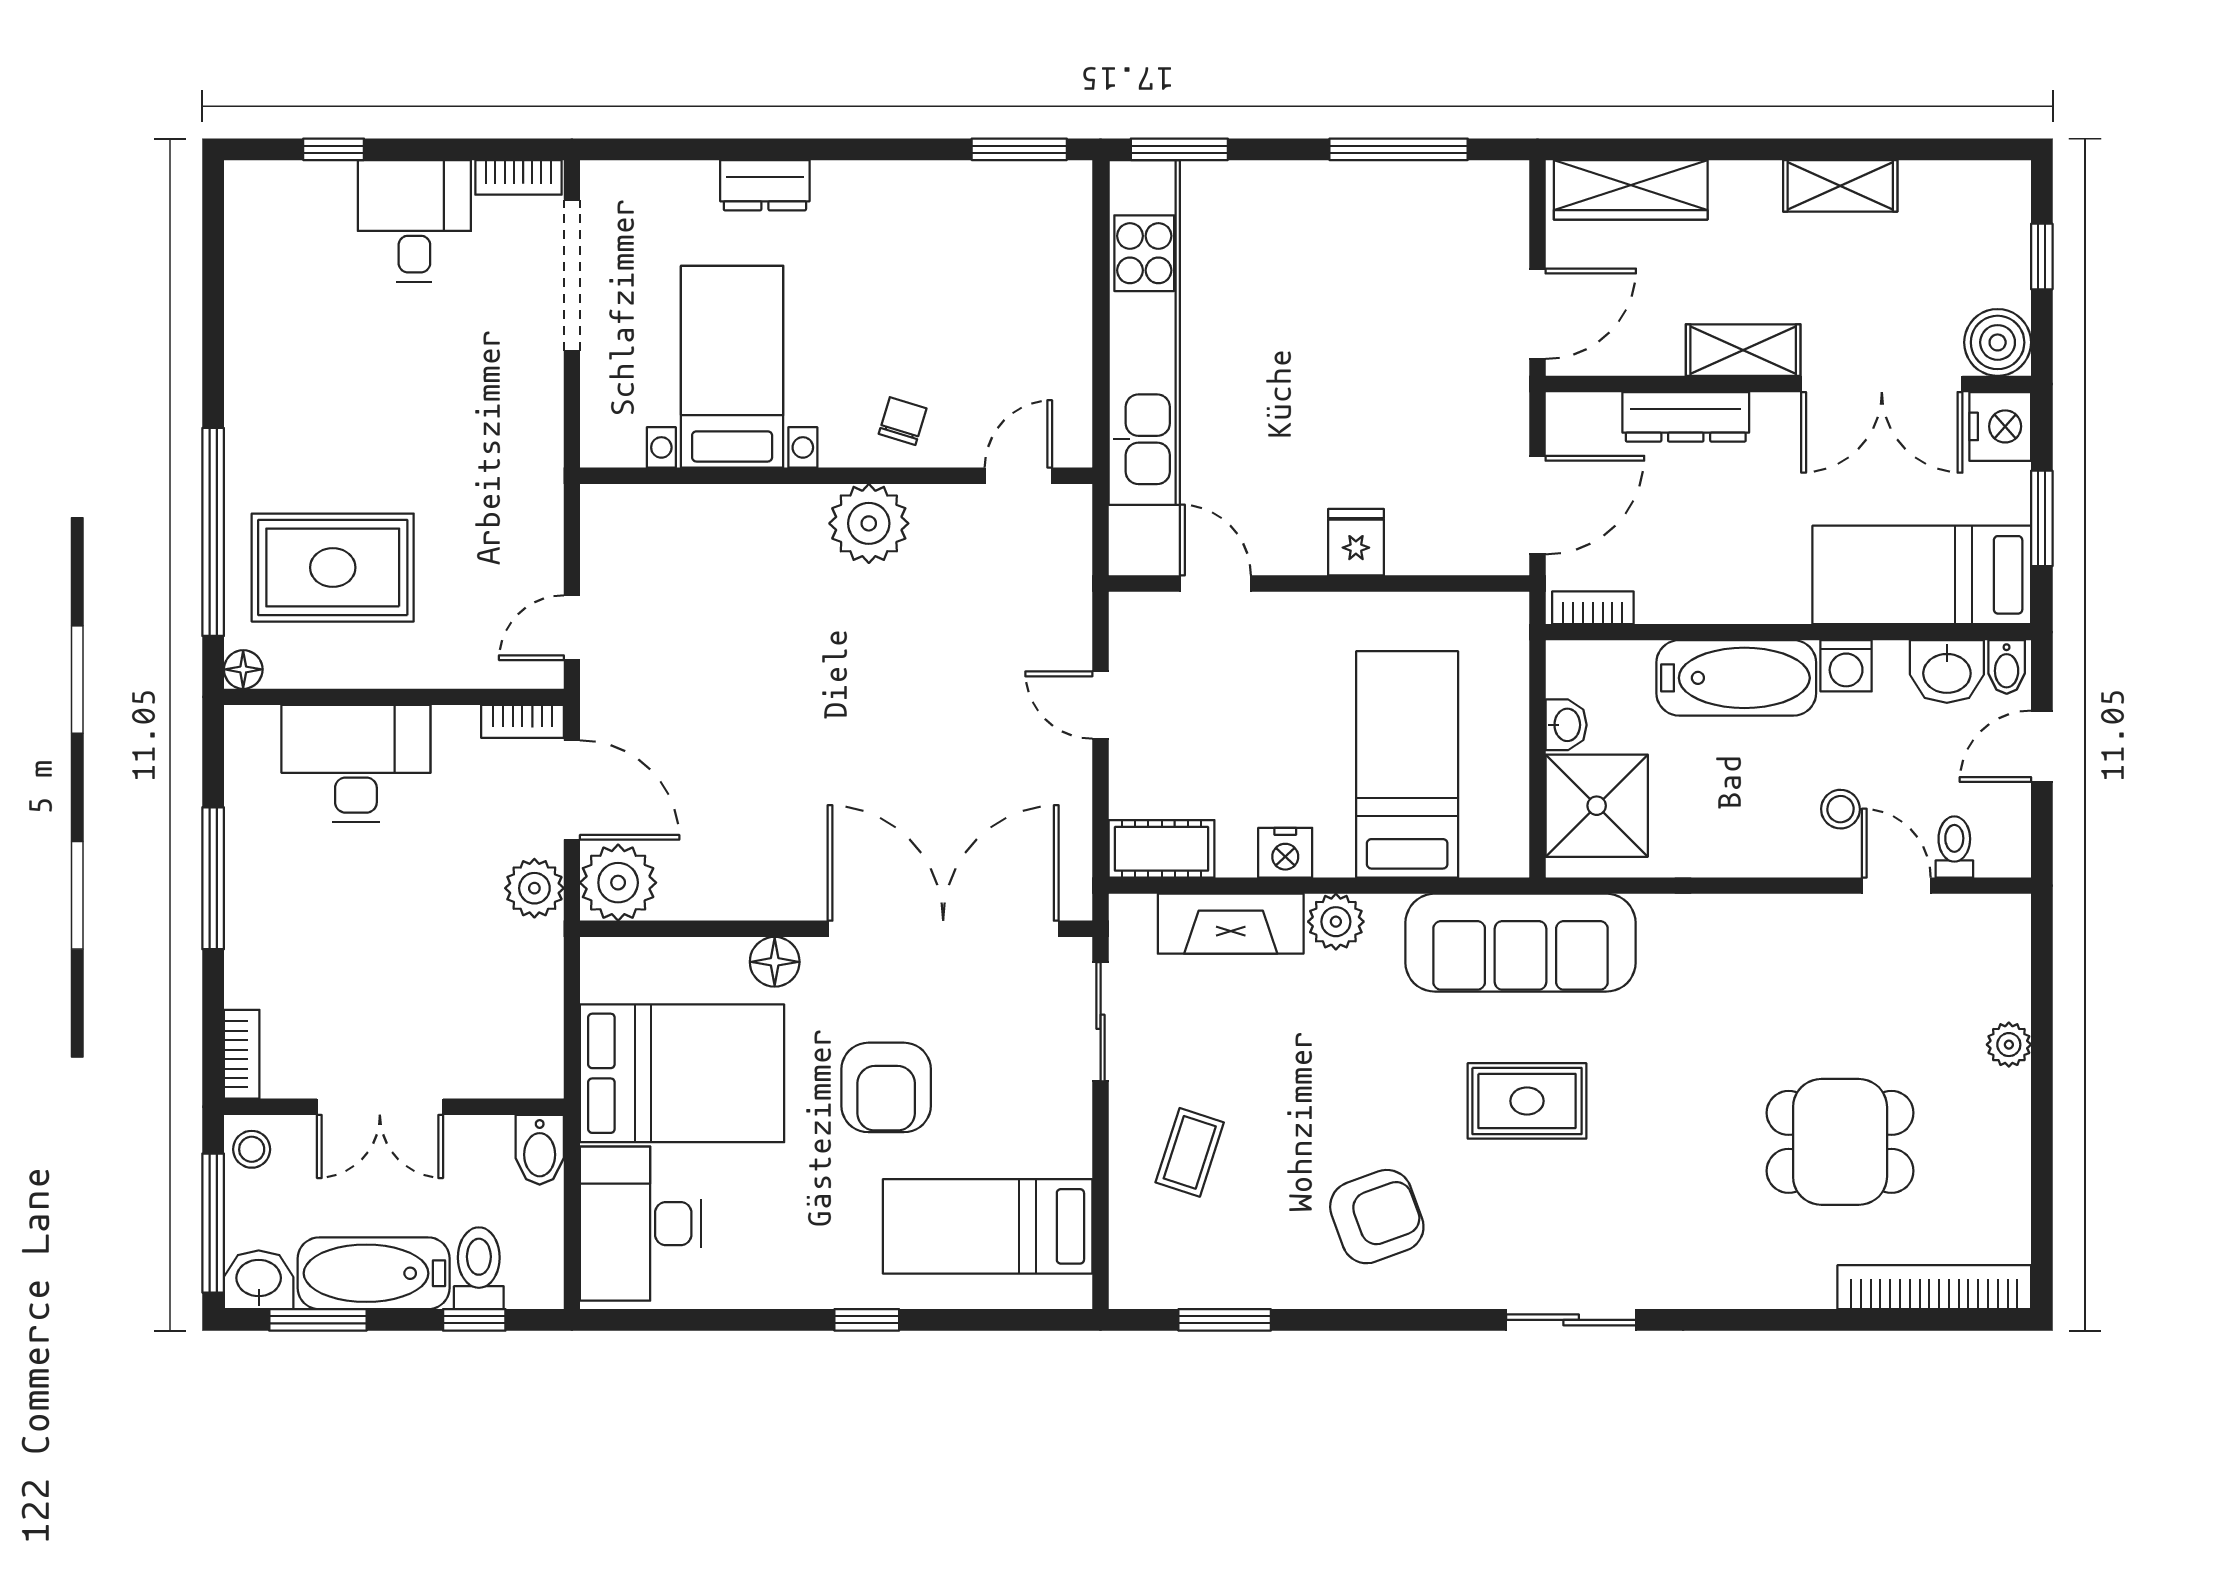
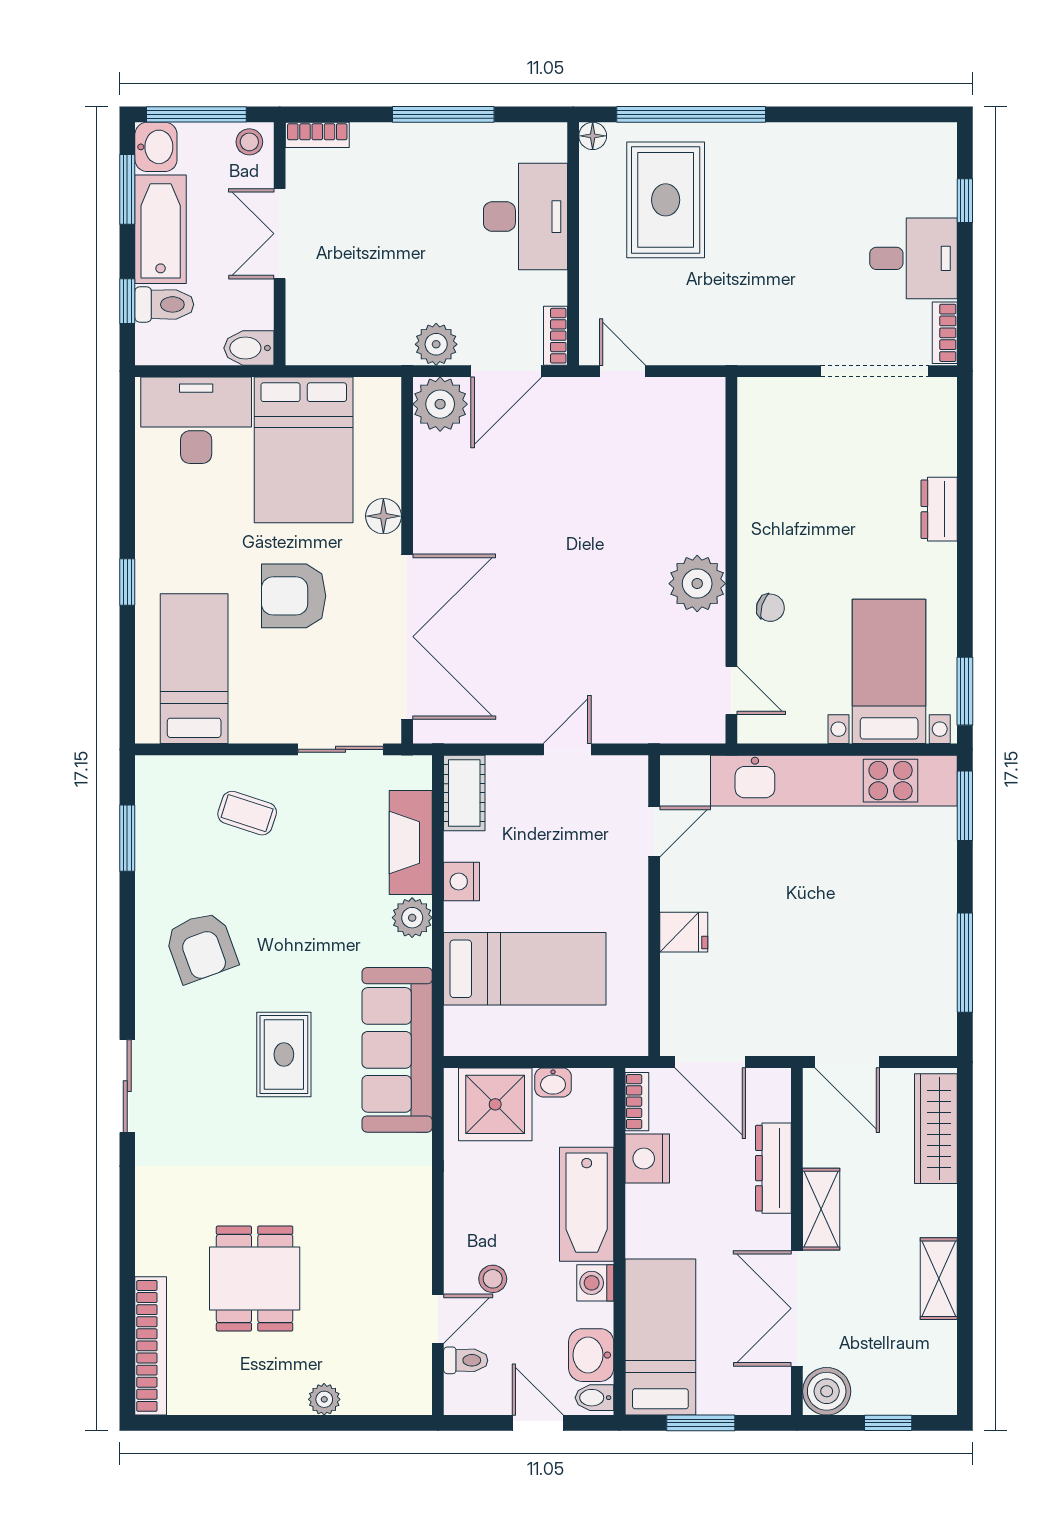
bed with nightstands: (732, 367) -> (889, 671), moved, turned -90
nightstand: (2000, 426) -> (647, 1159), moved, turned 90

